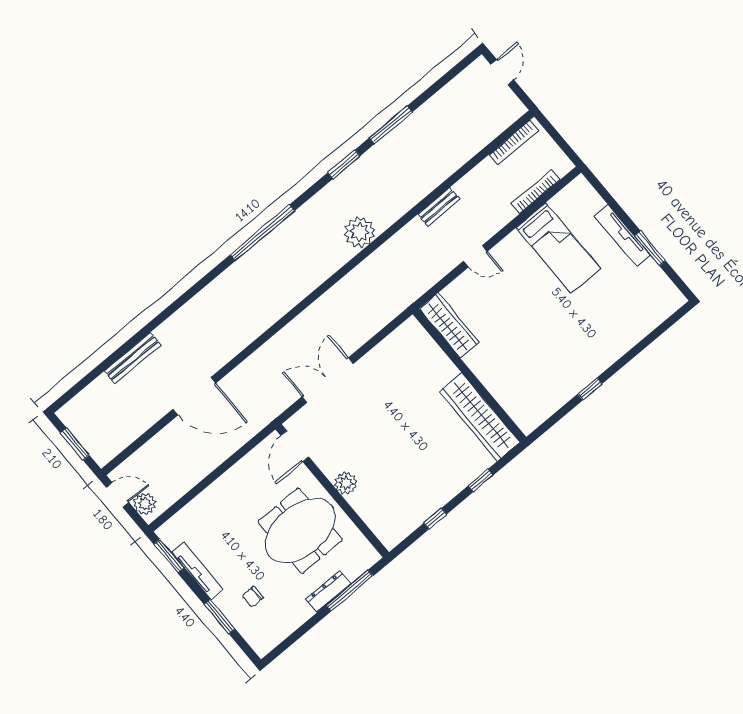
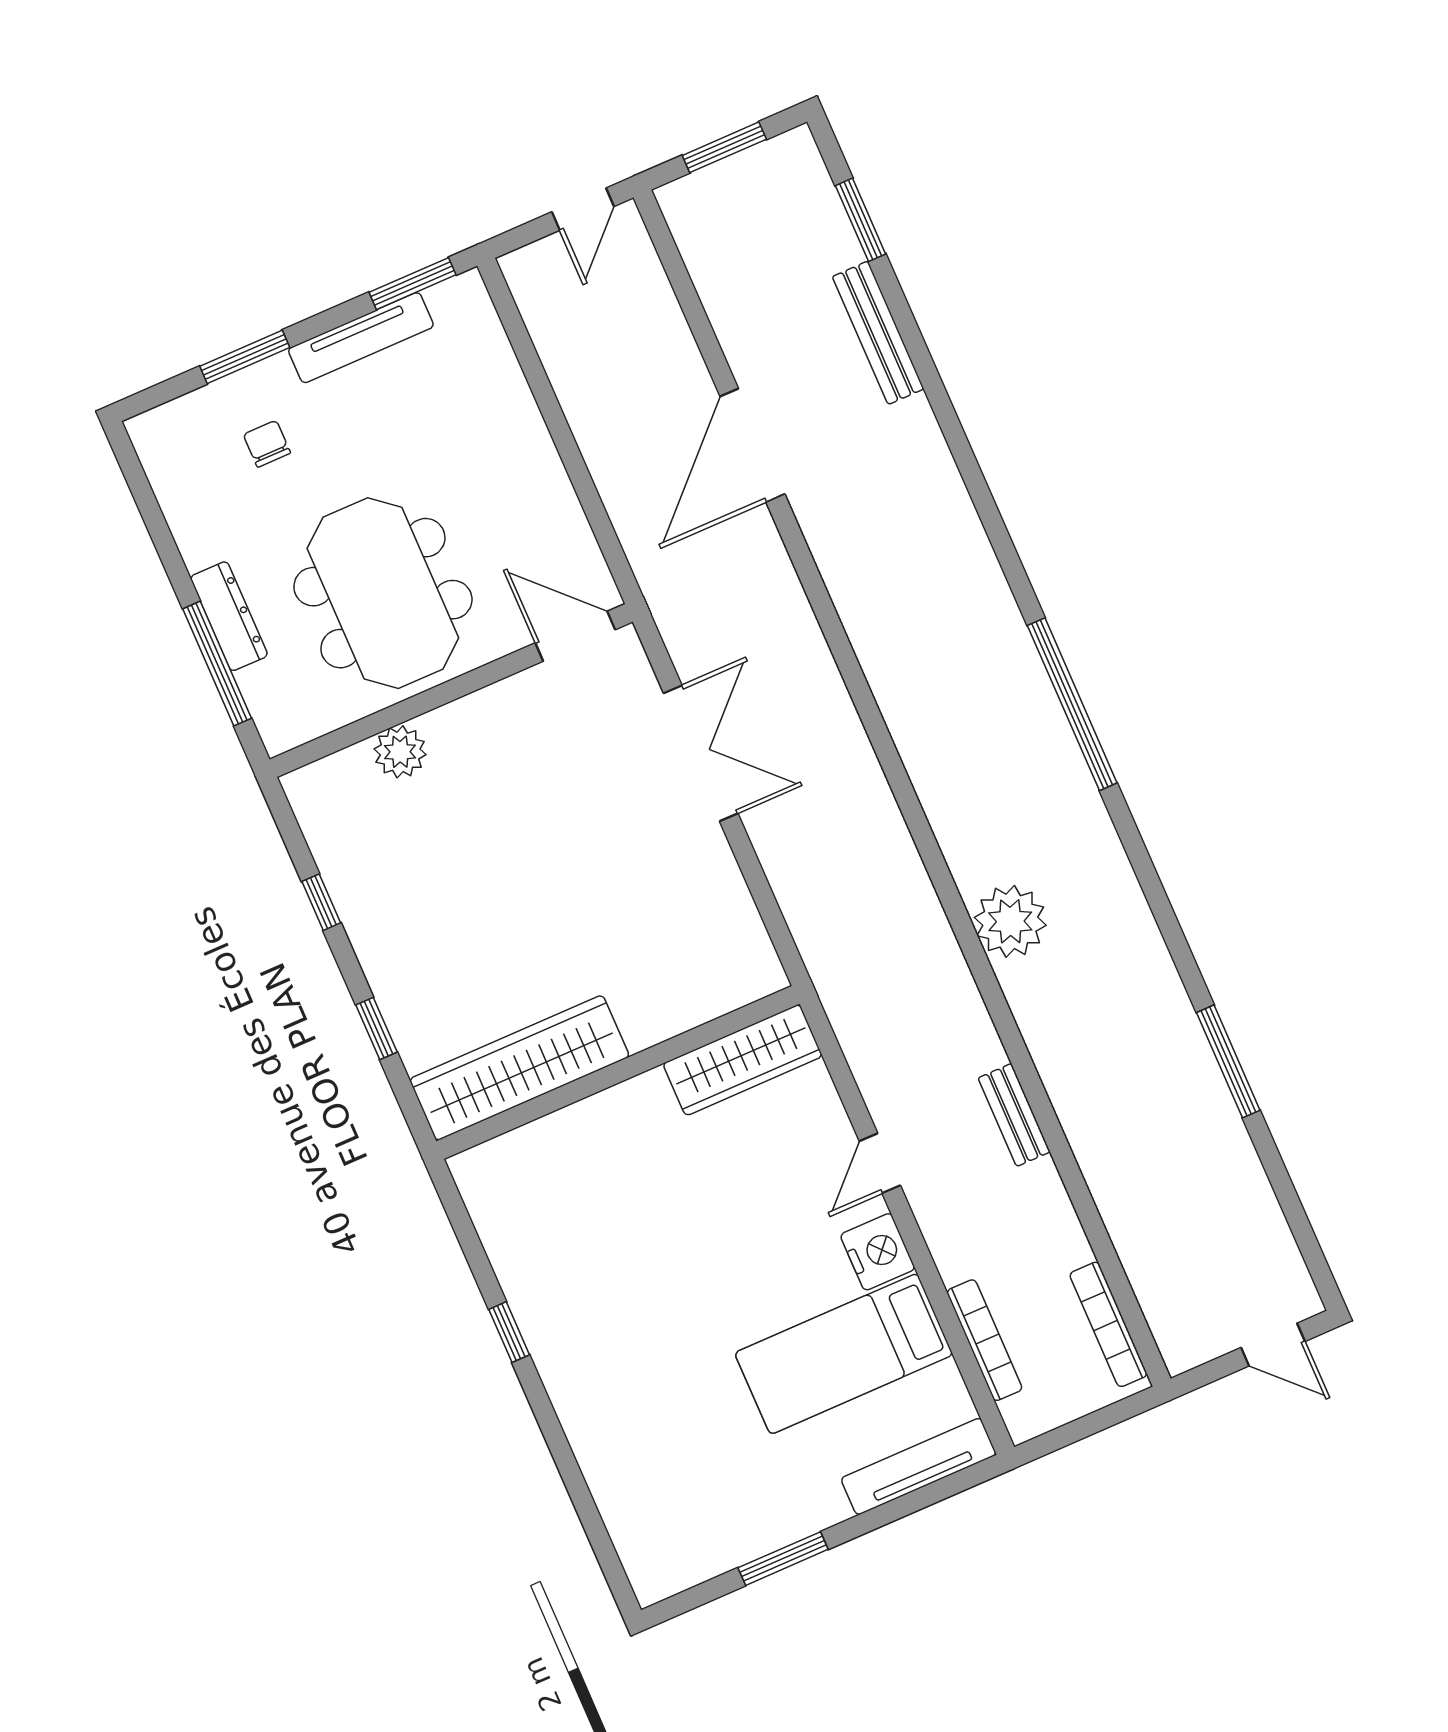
window: (344, 164) -> (861, 220), moved
tv unit: (622, 235) -> (919, 1466), moved
nightstand: (512, 247) -> (878, 1252), added
plant: (346, 483) -> (400, 752), moved
plant: (145, 504) -> (545, 264), removed

